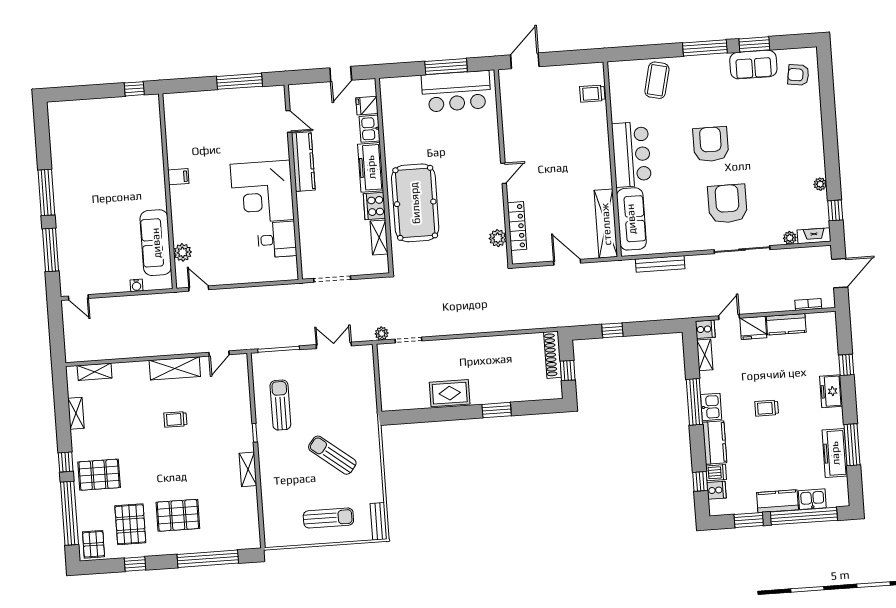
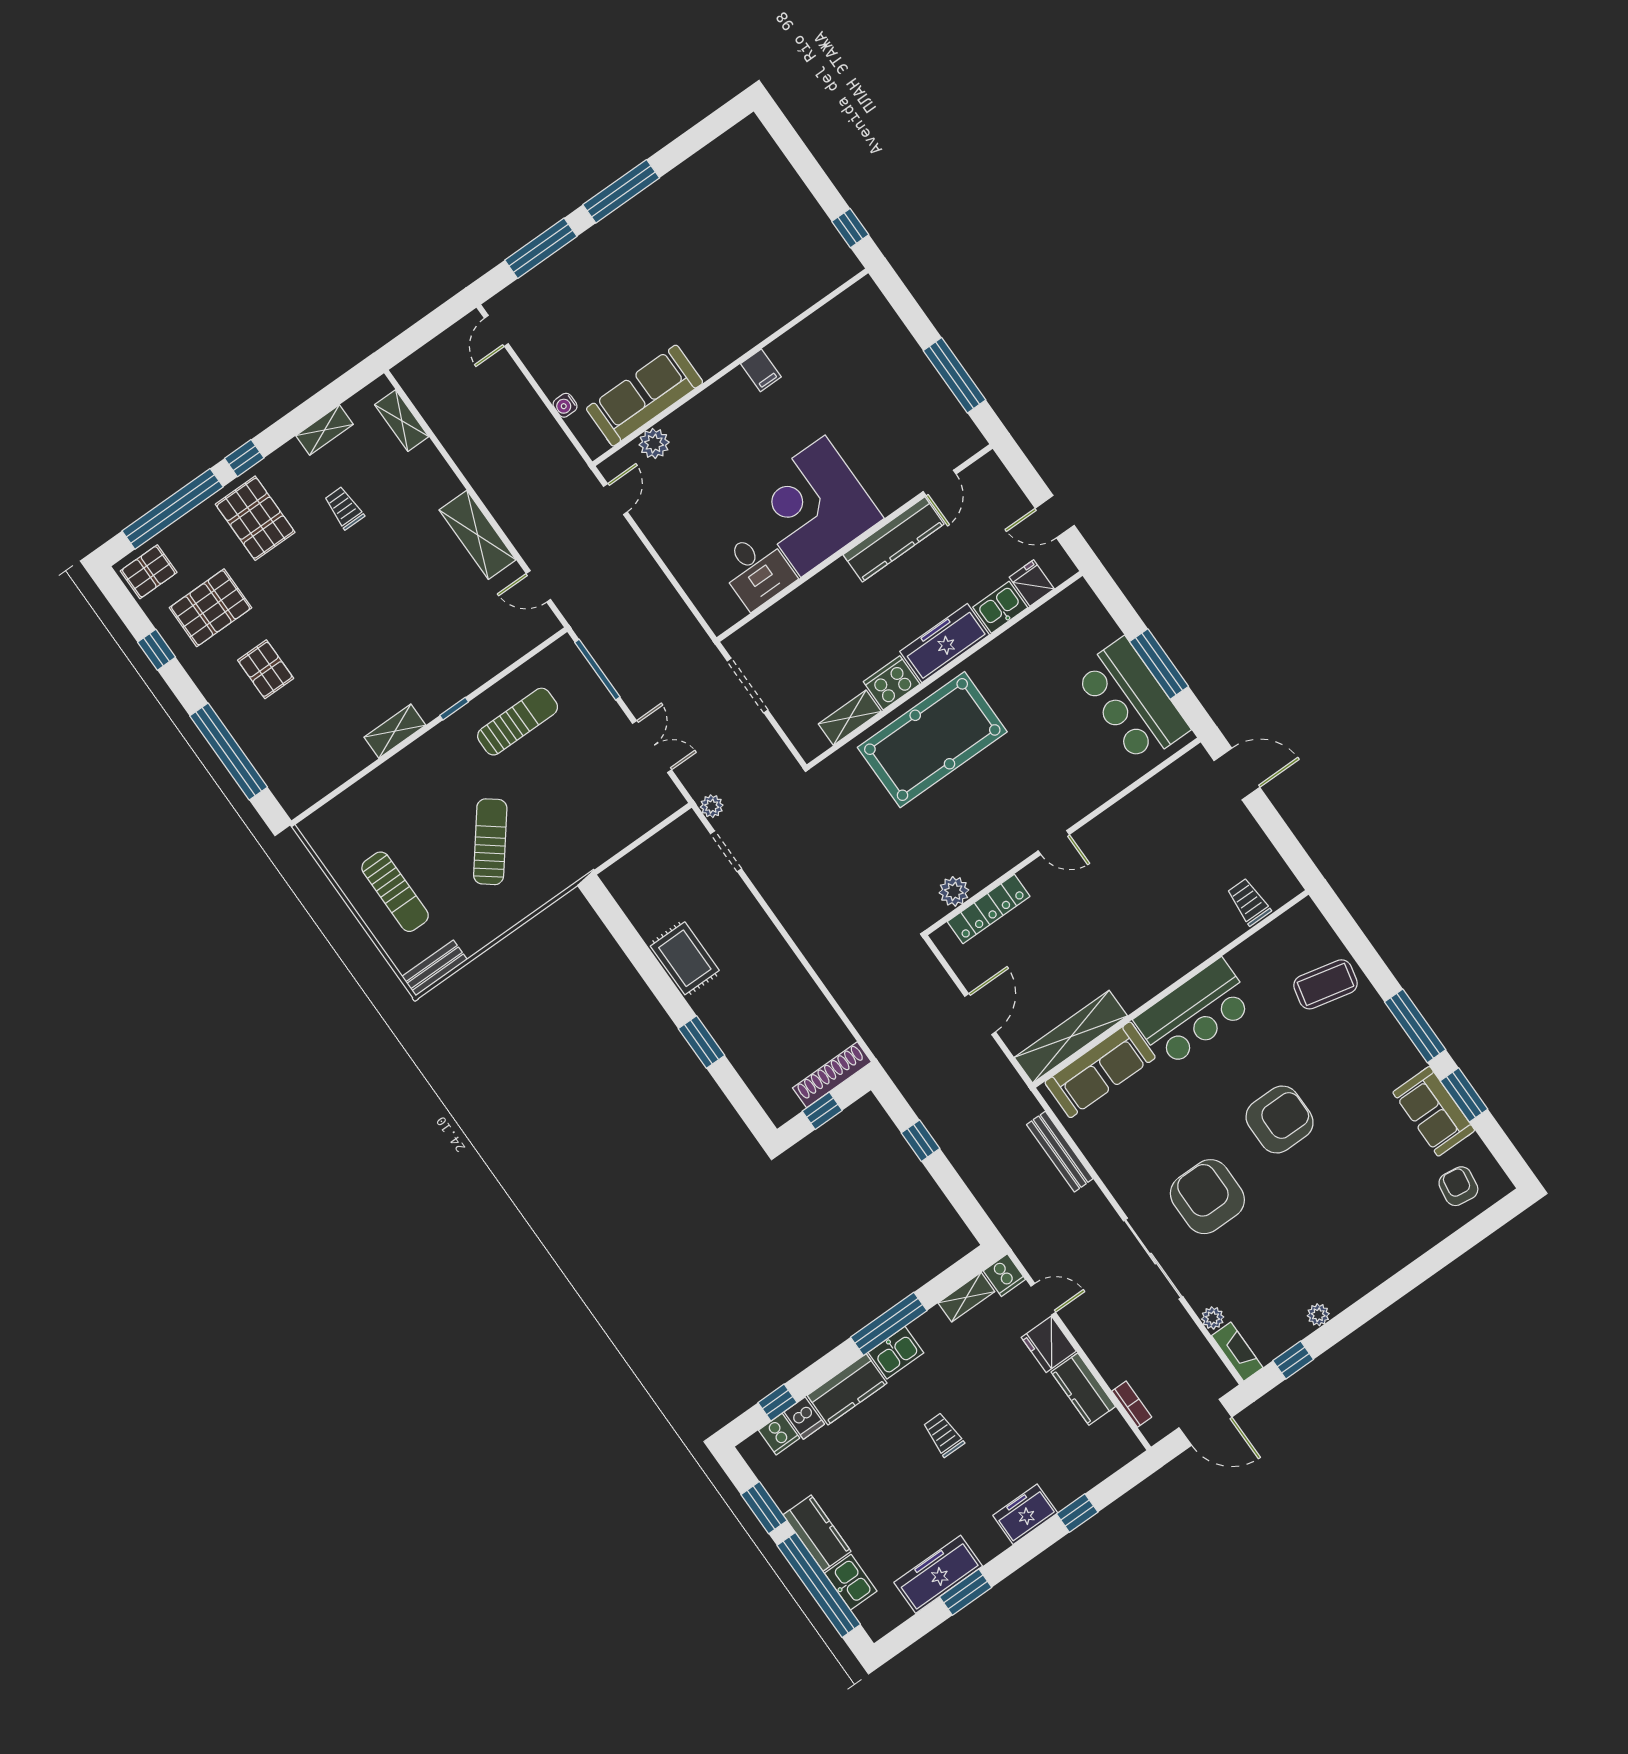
armchair: (727, 204) -> (1207, 1197), turned -90
trolley: (175, 419) -> (344, 508), moved
window: (852, 445) -> (966, 1592), width x0.69
pallet: (178, 515) -> (266, 669), width x0.67, depth x0.71

